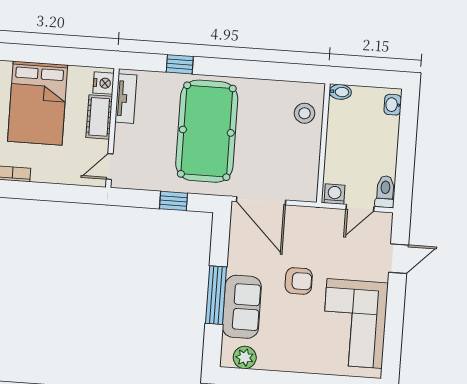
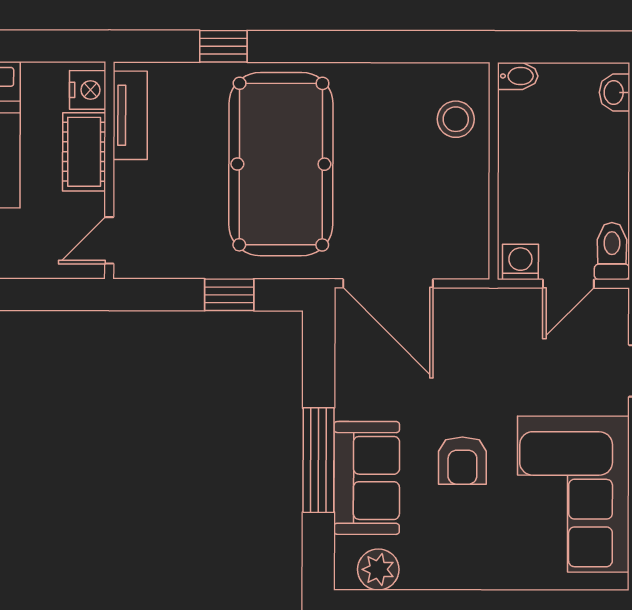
armchair: (299, 281) -> (462, 461), moved, turned 90

